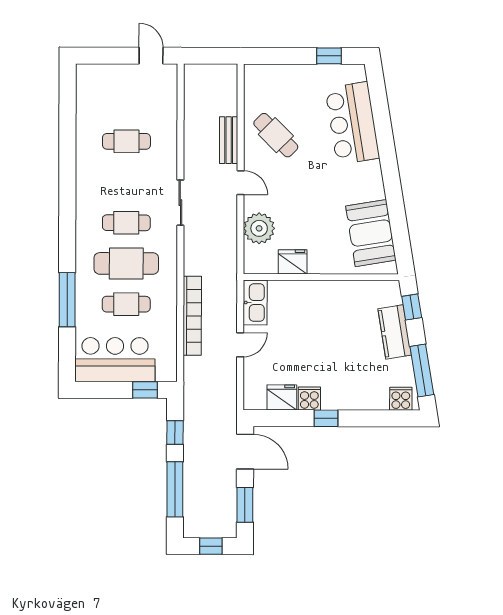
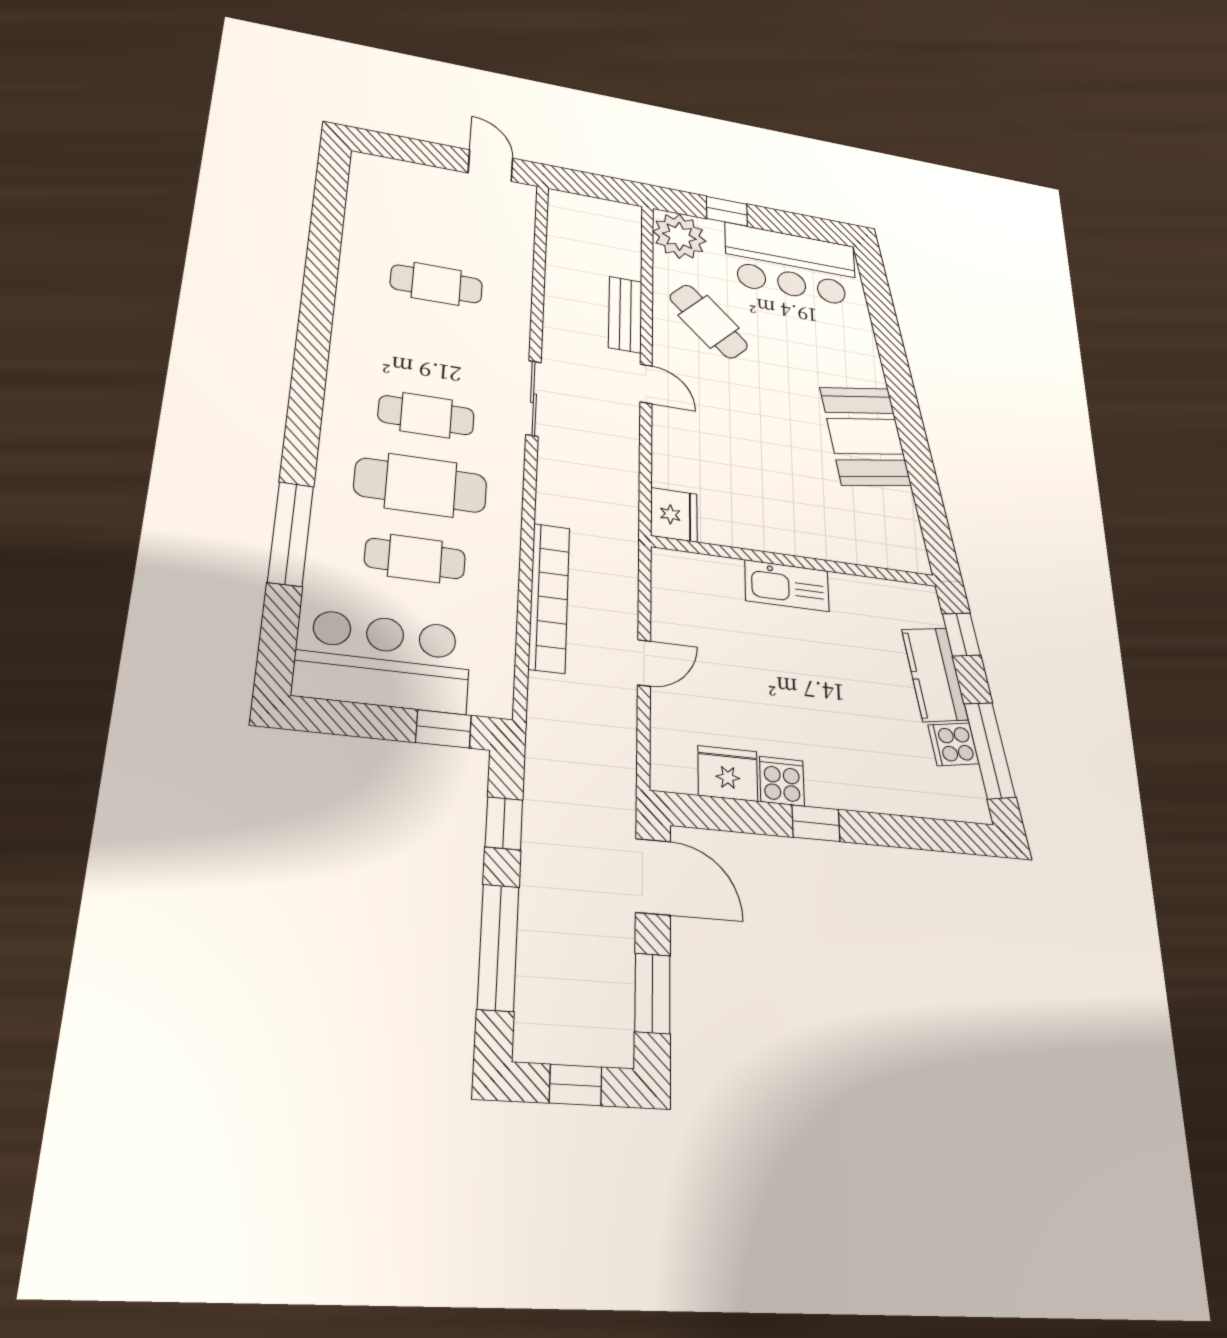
window: (329, 56) -> (727, 211), moved
bar counter: (352, 123) -> (791, 265), moved, turned -81
plant: (259, 228) -> (679, 236), moved
booth: (371, 233) -> (865, 436), moved
fridge: (293, 262) -> (674, 515), moved, turned 90
kitchen sink: (255, 303) -> (787, 586), moved, turned 90
cooker: (401, 399) -> (953, 744), moved, turned -99

